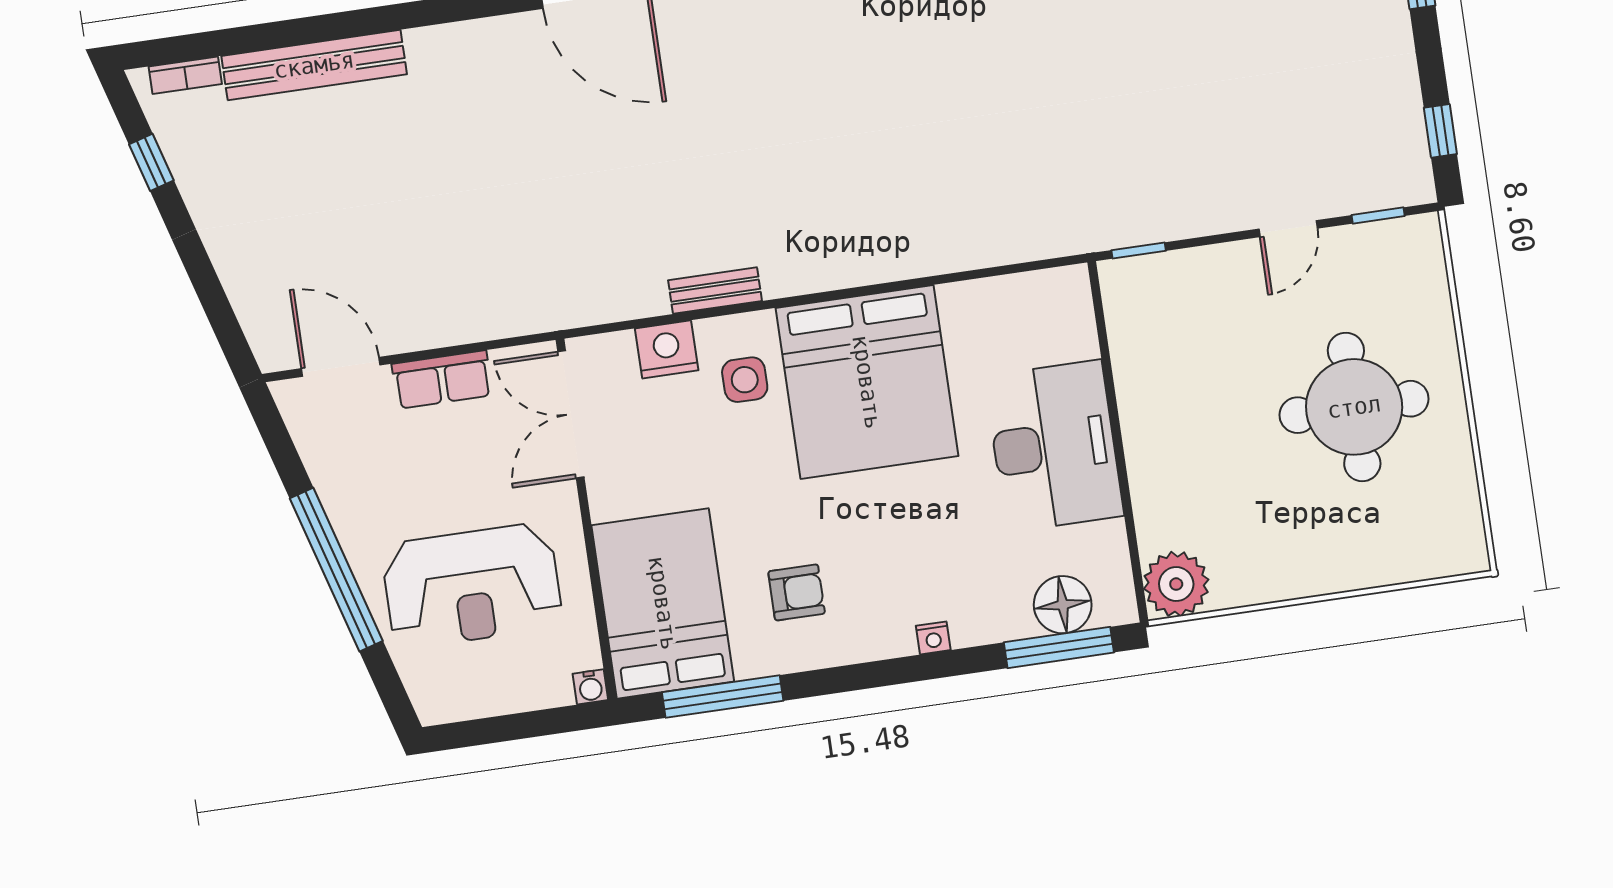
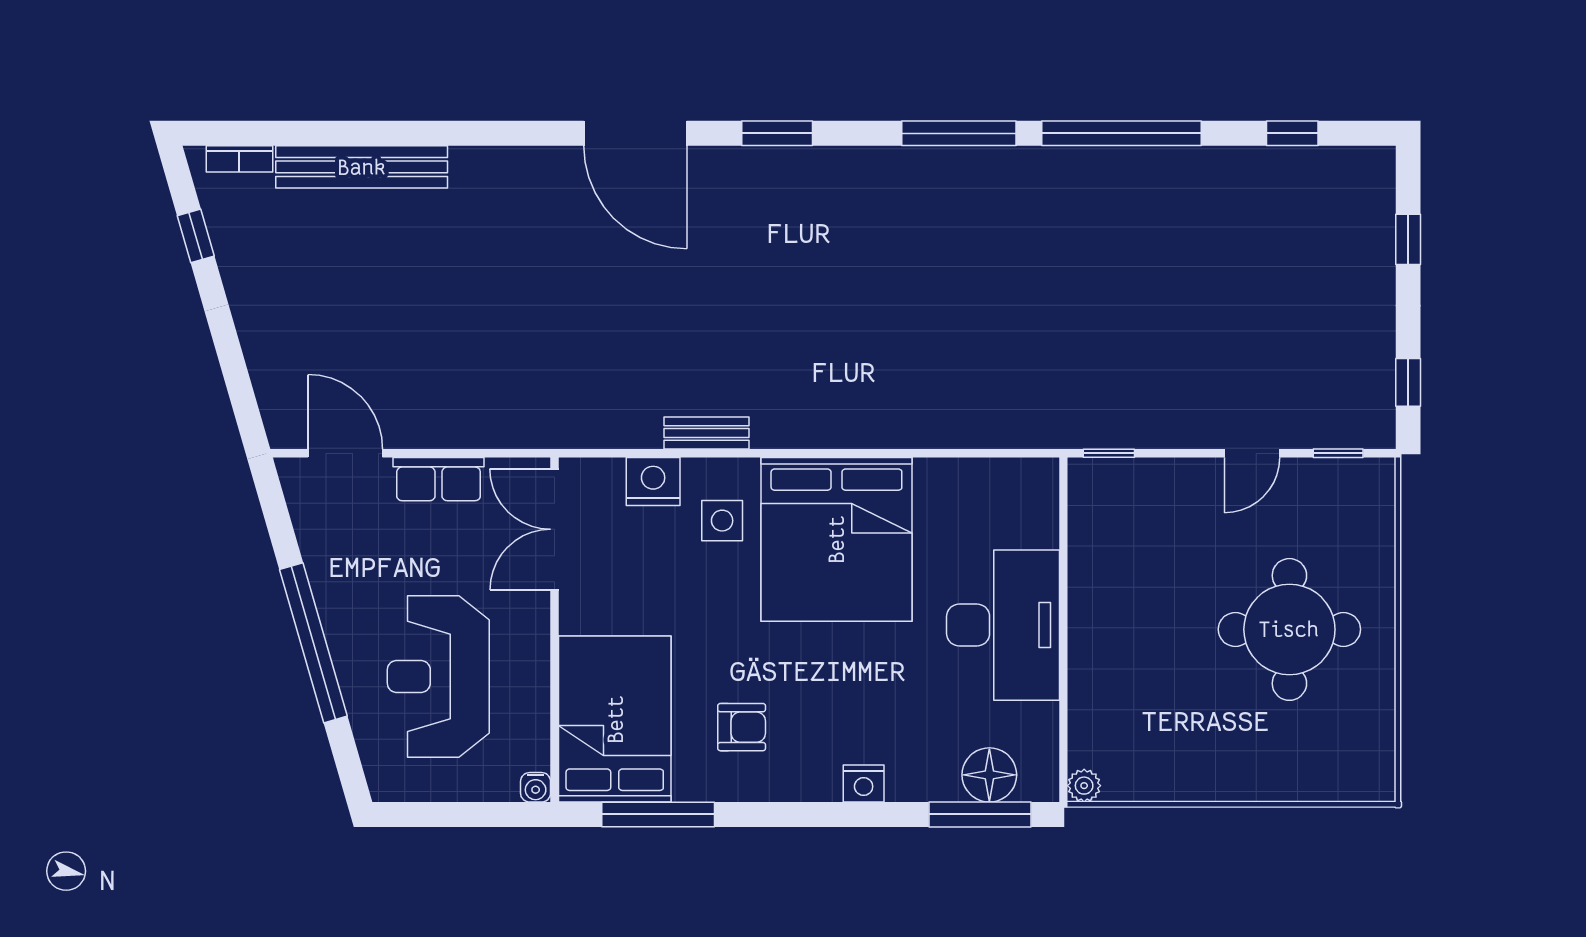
plant: (1176, 584) -> (1084, 786), width x0.53, depth x0.53
reception desk: (472, 586) -> (438, 676), turned 90
nightstand: (933, 638) -> (864, 784), width x1.39, depth x1.35

